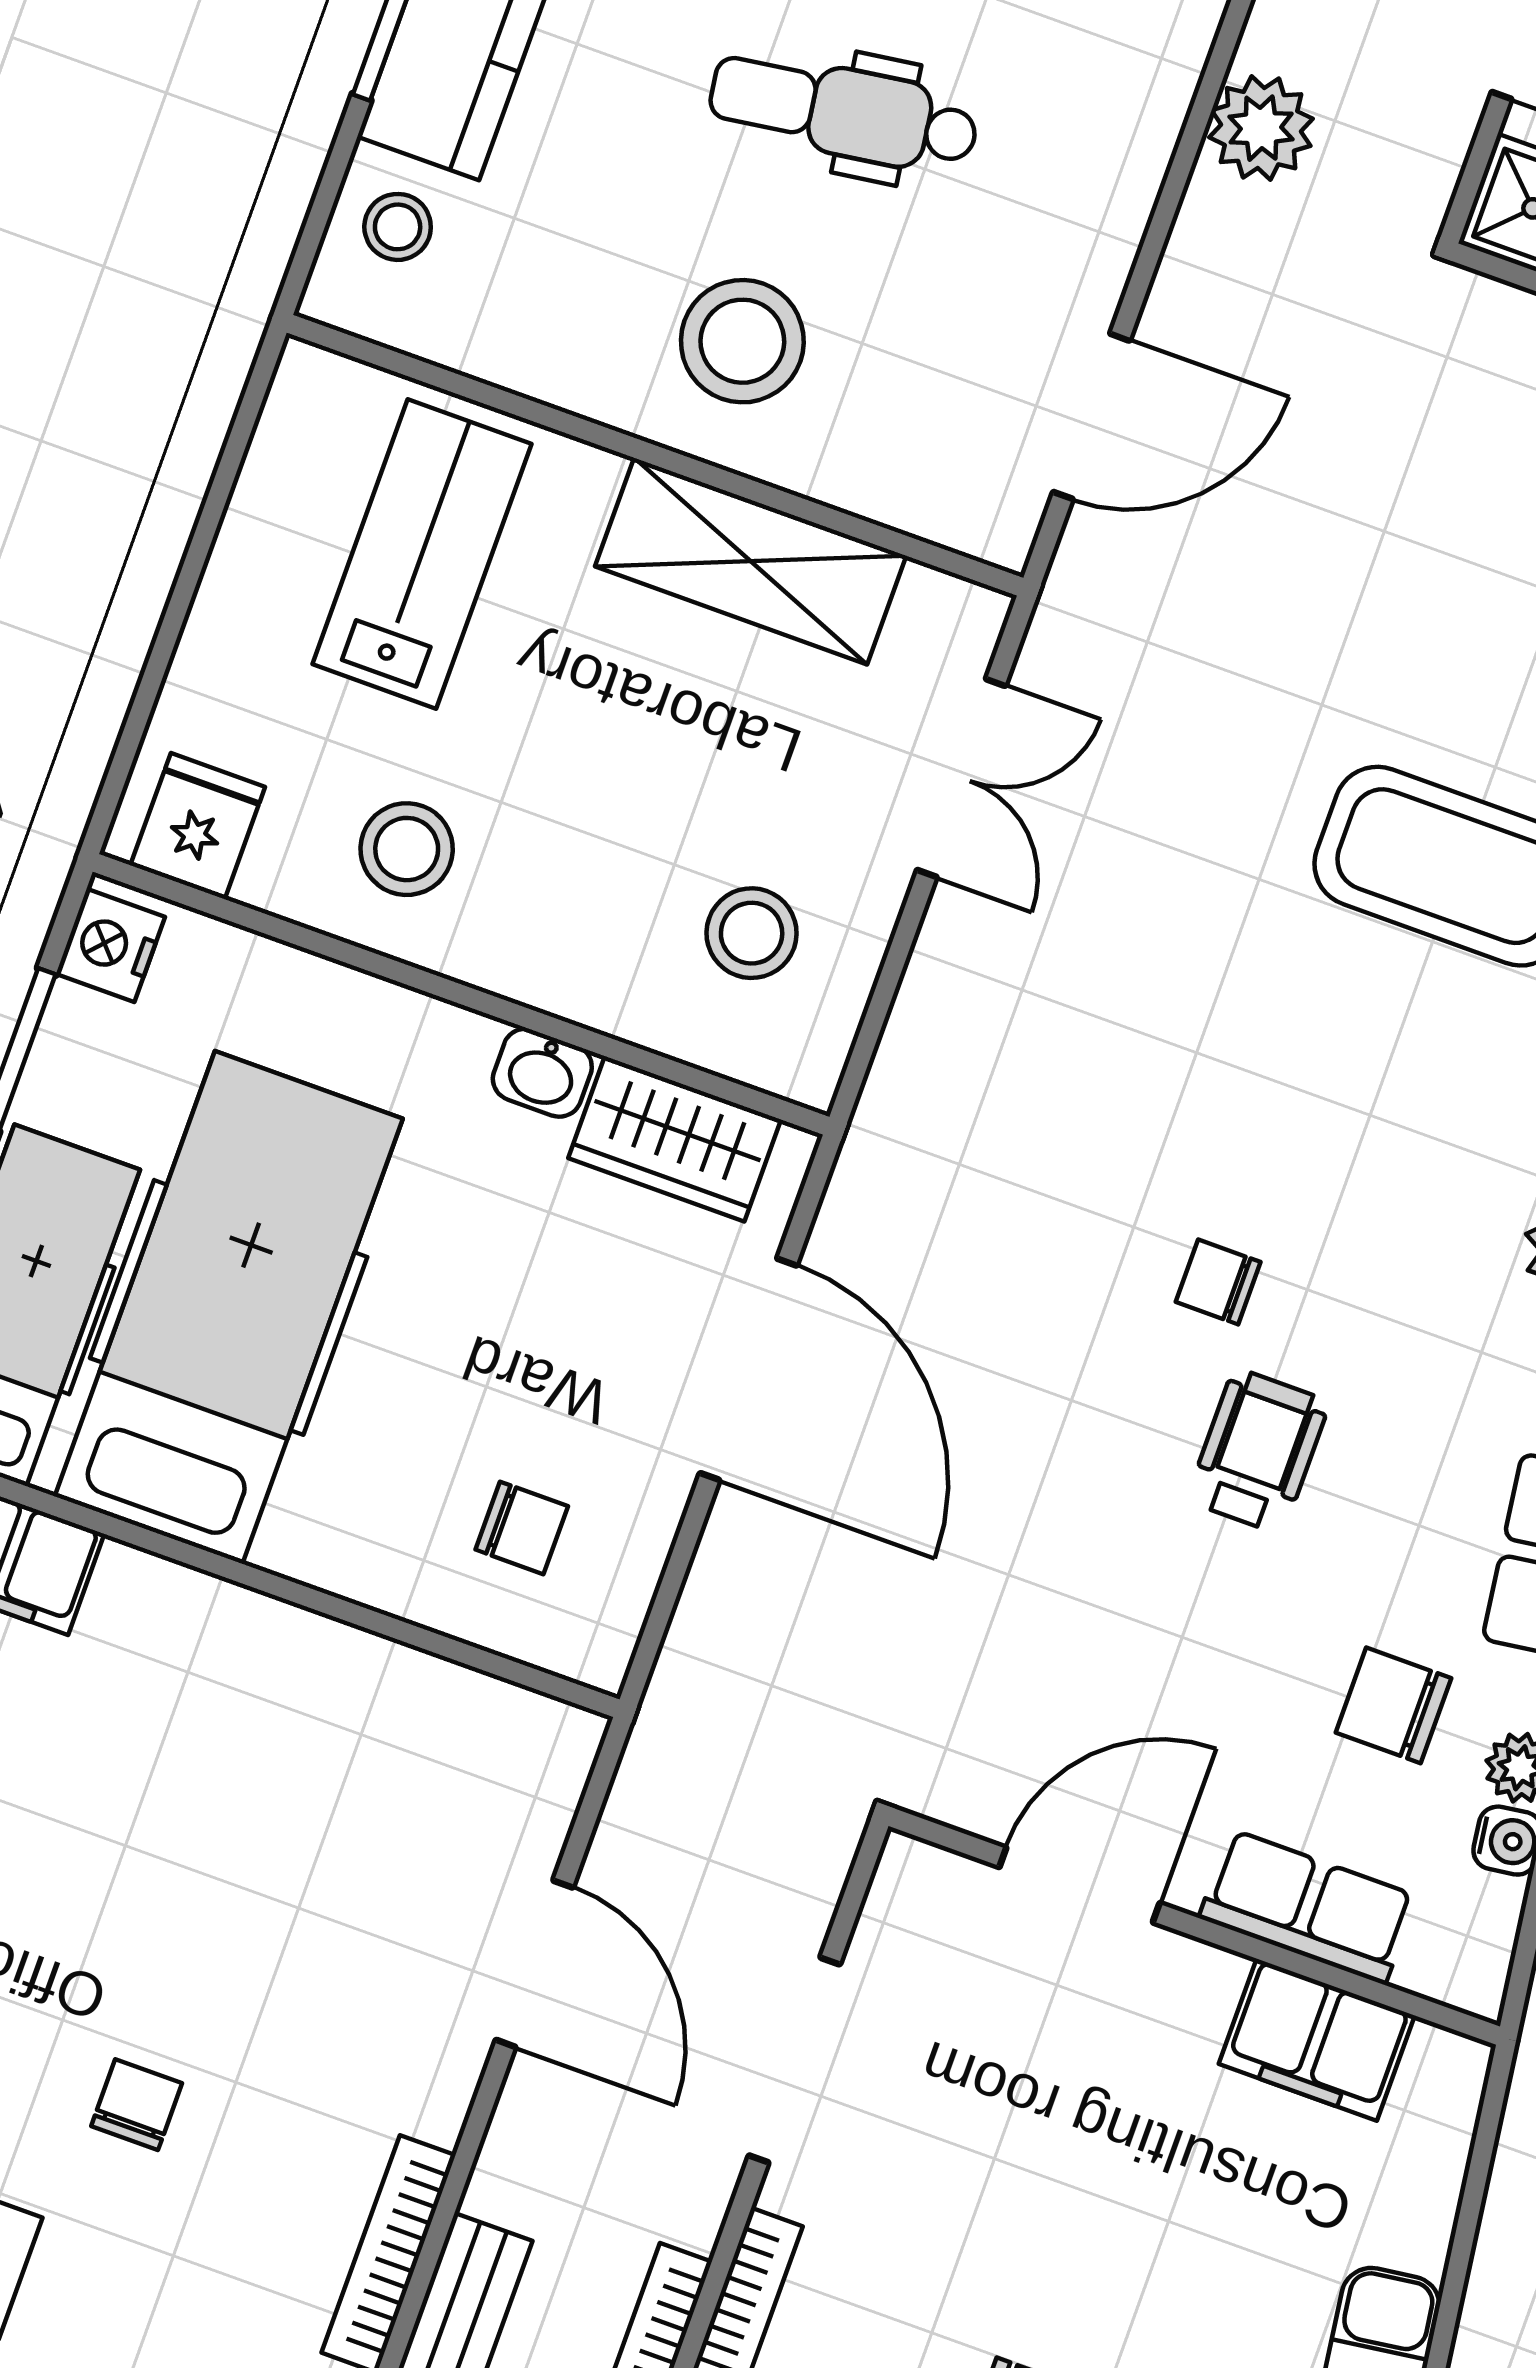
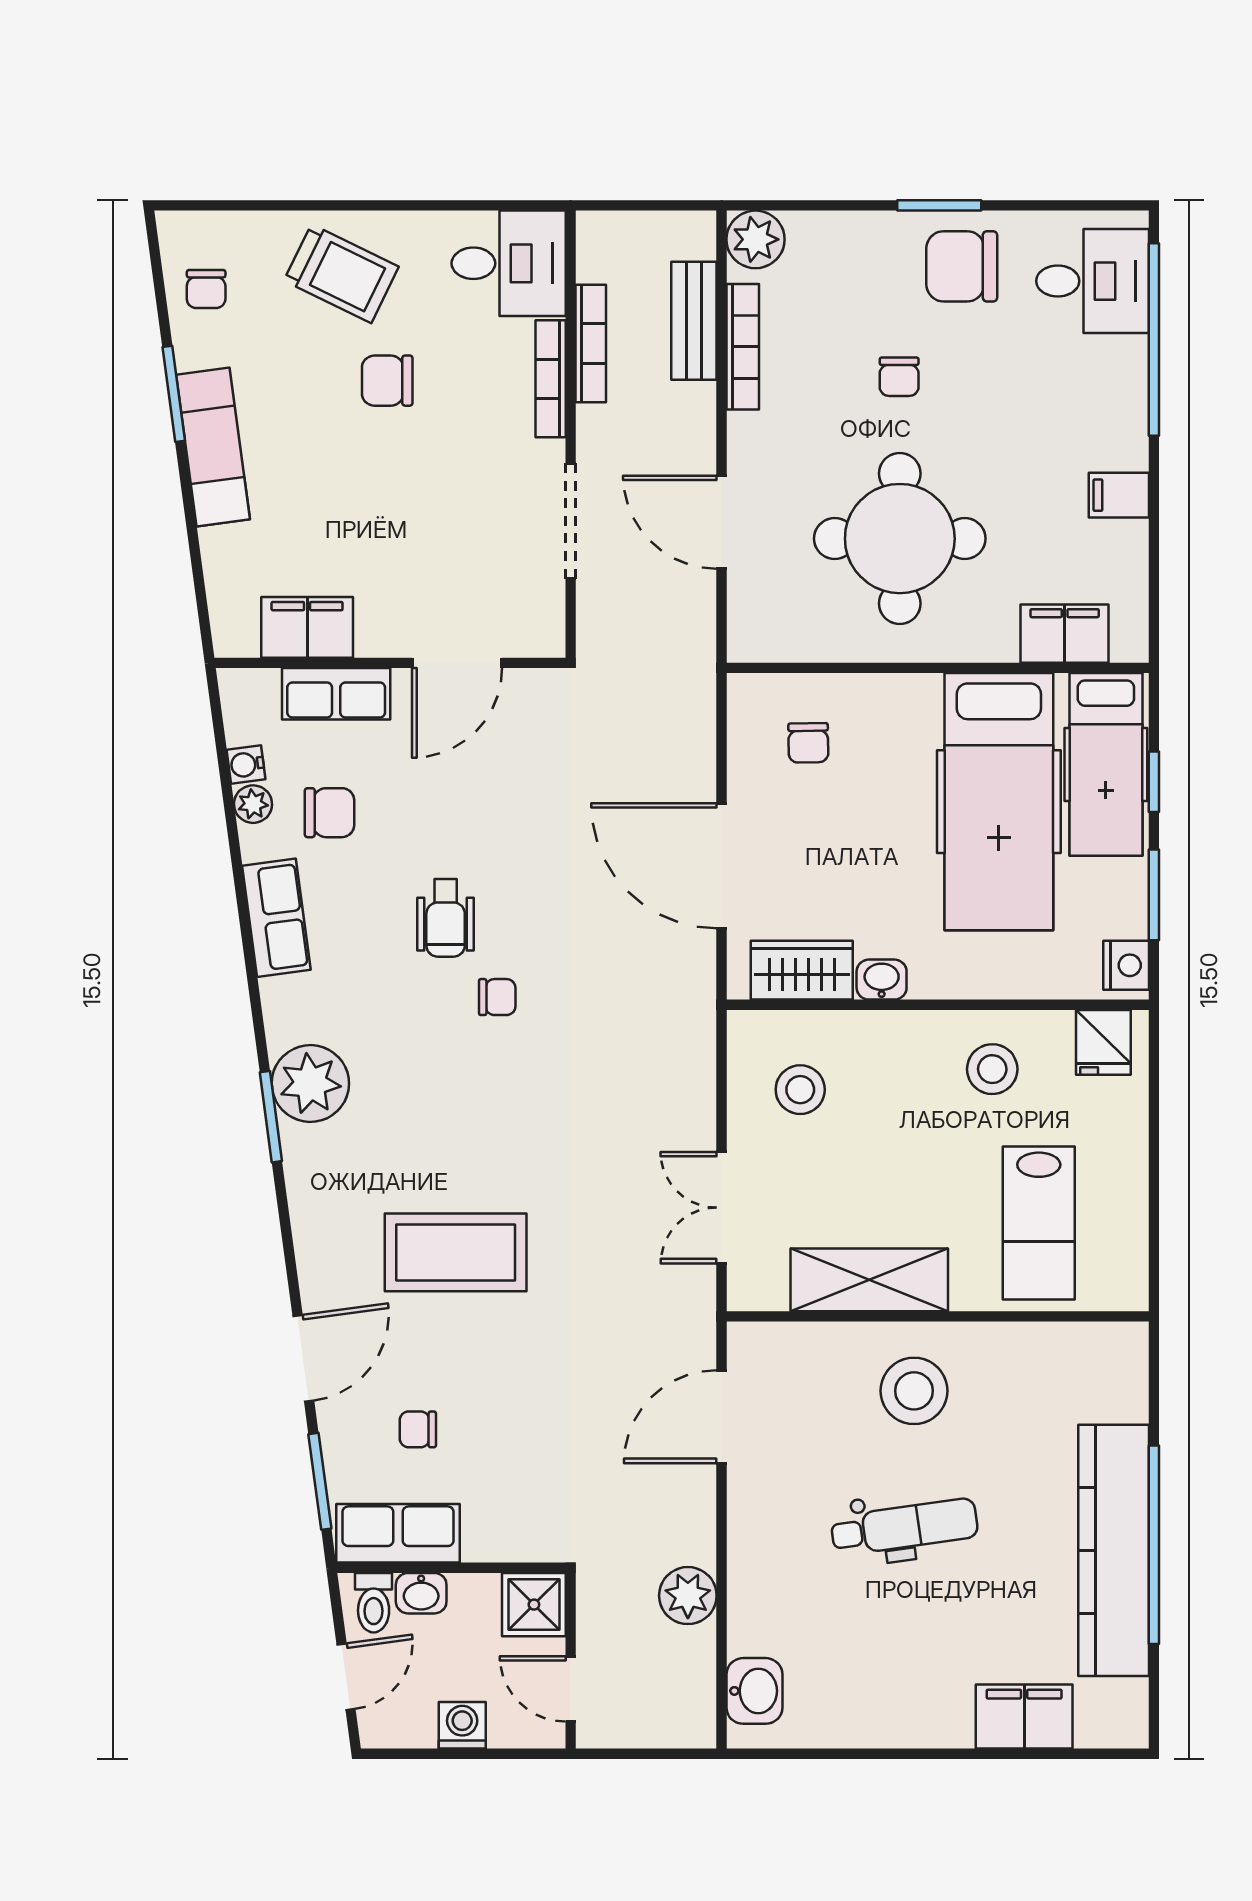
stool: (398, 227) -> (1112, 1386), removed
chair: (522, 1528) -> (808, 743), turned -91
round table: (236, 1824) -> (900, 539), added

